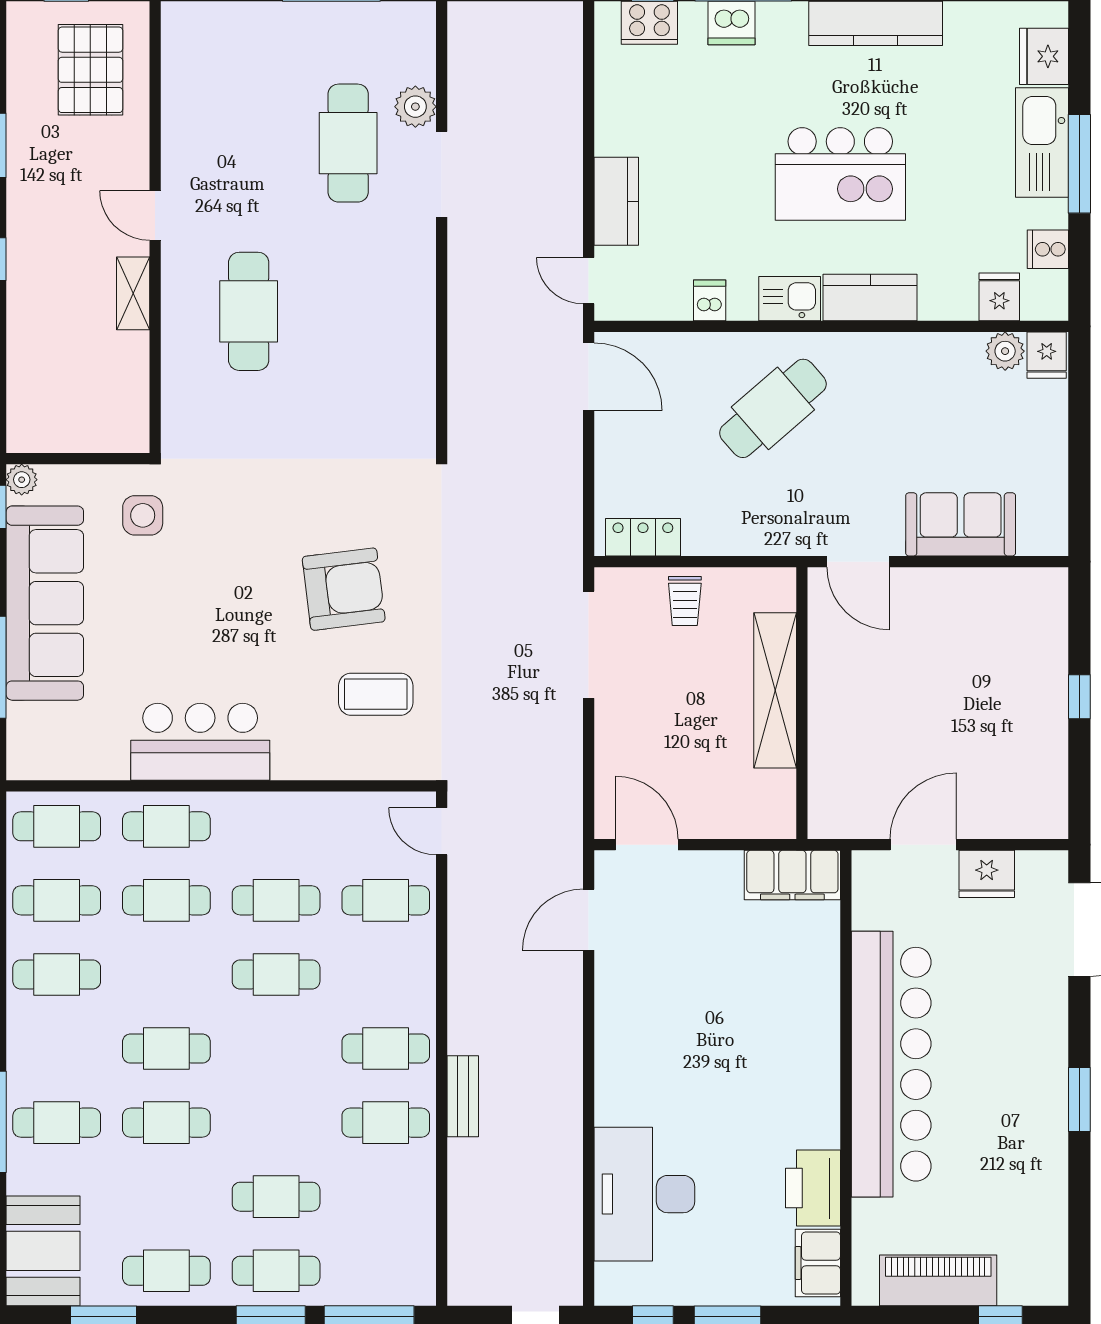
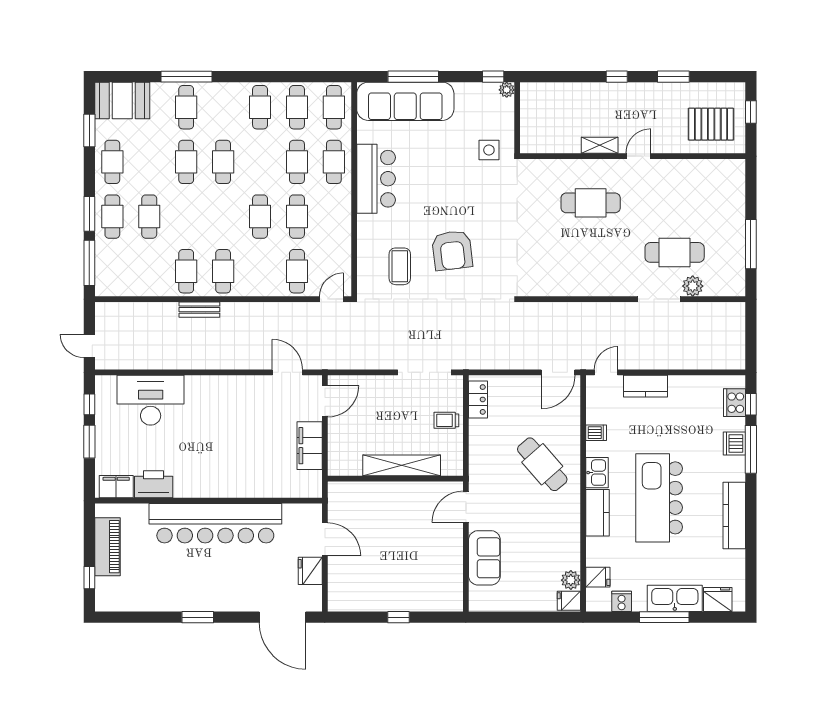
kitchen island: (840, 174) -> (659, 498), width x1.37
sofa: (45, 603) -> (405, 101), moved
filing cabinet: (792, 875) -> (310, 446), moved

